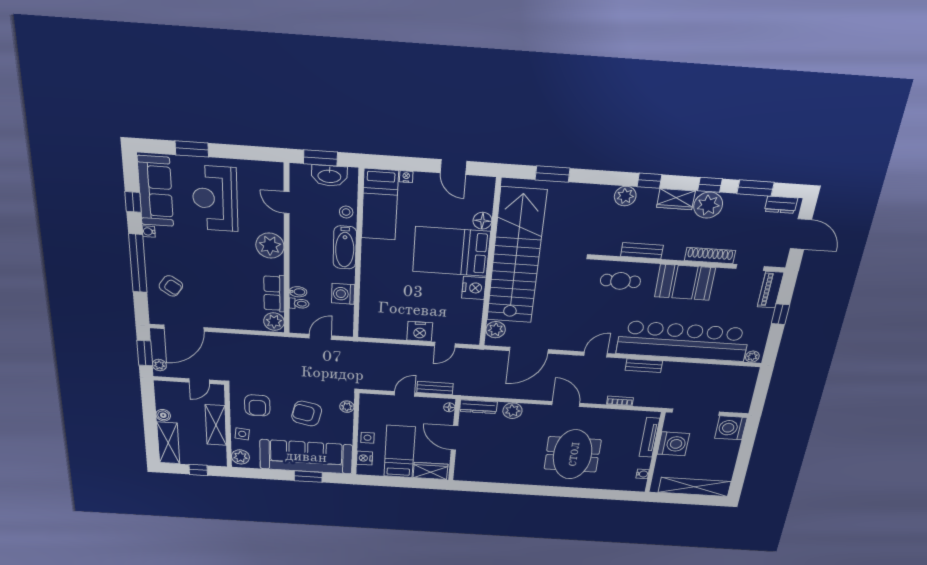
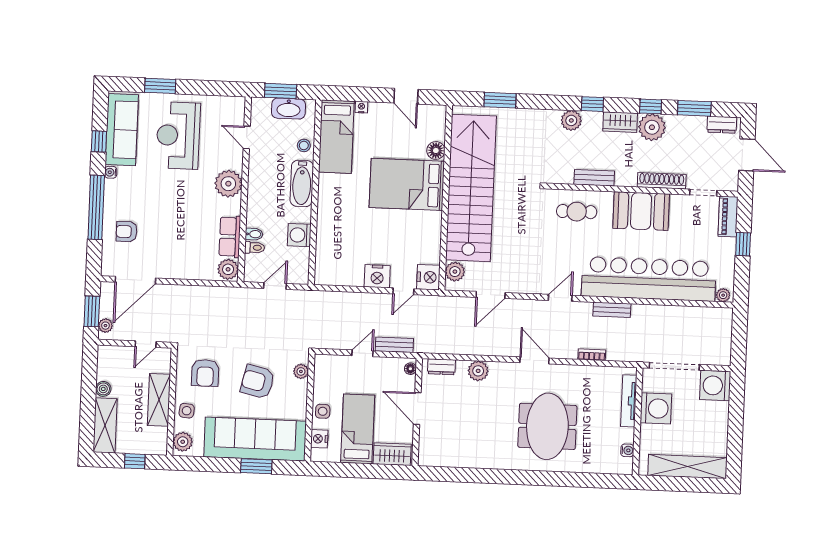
armchair: (171, 286) -> (127, 232), turned 146
nightstand: (474, 288) -> (428, 277), moved
door: (529, 350) -> (491, 295), width x0.73
dresser: (478, 407) -> (441, 367), width x0.70

